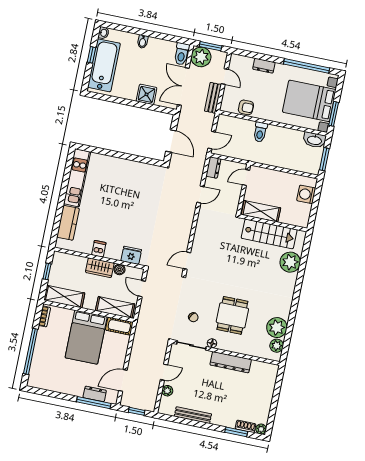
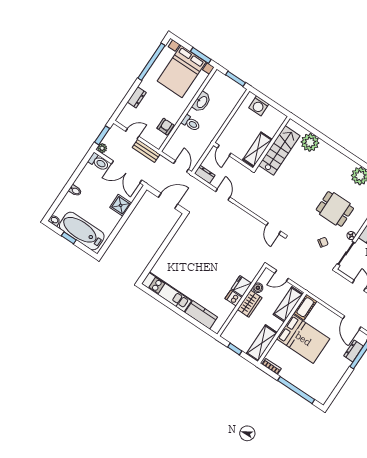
plant: (201, 57) -> (102, 148), width x0.53, depth x0.53
washbasin: (314, 140) -> (202, 102), moved
fridge: (131, 255) -> (241, 286), moved

